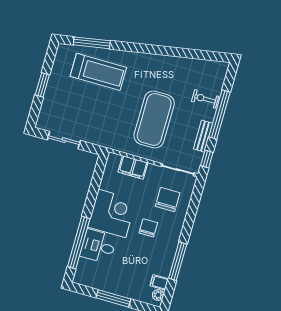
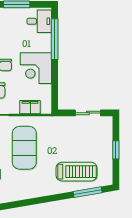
treadmill: (98, 72) -> (77, 172), turned 180
desk: (98, 246) -> (39, 21), moved

